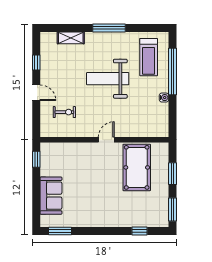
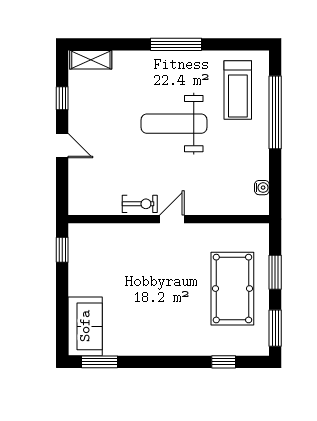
shelving: (71, 38) -> (91, 60), moved
water cooler: (164, 98) -> (262, 188), moved
exercise bike: (64, 112) -> (140, 204), moved
pool table: (137, 167) -> (232, 289), moved
sofa: (51, 196) -> (85, 326), moved

